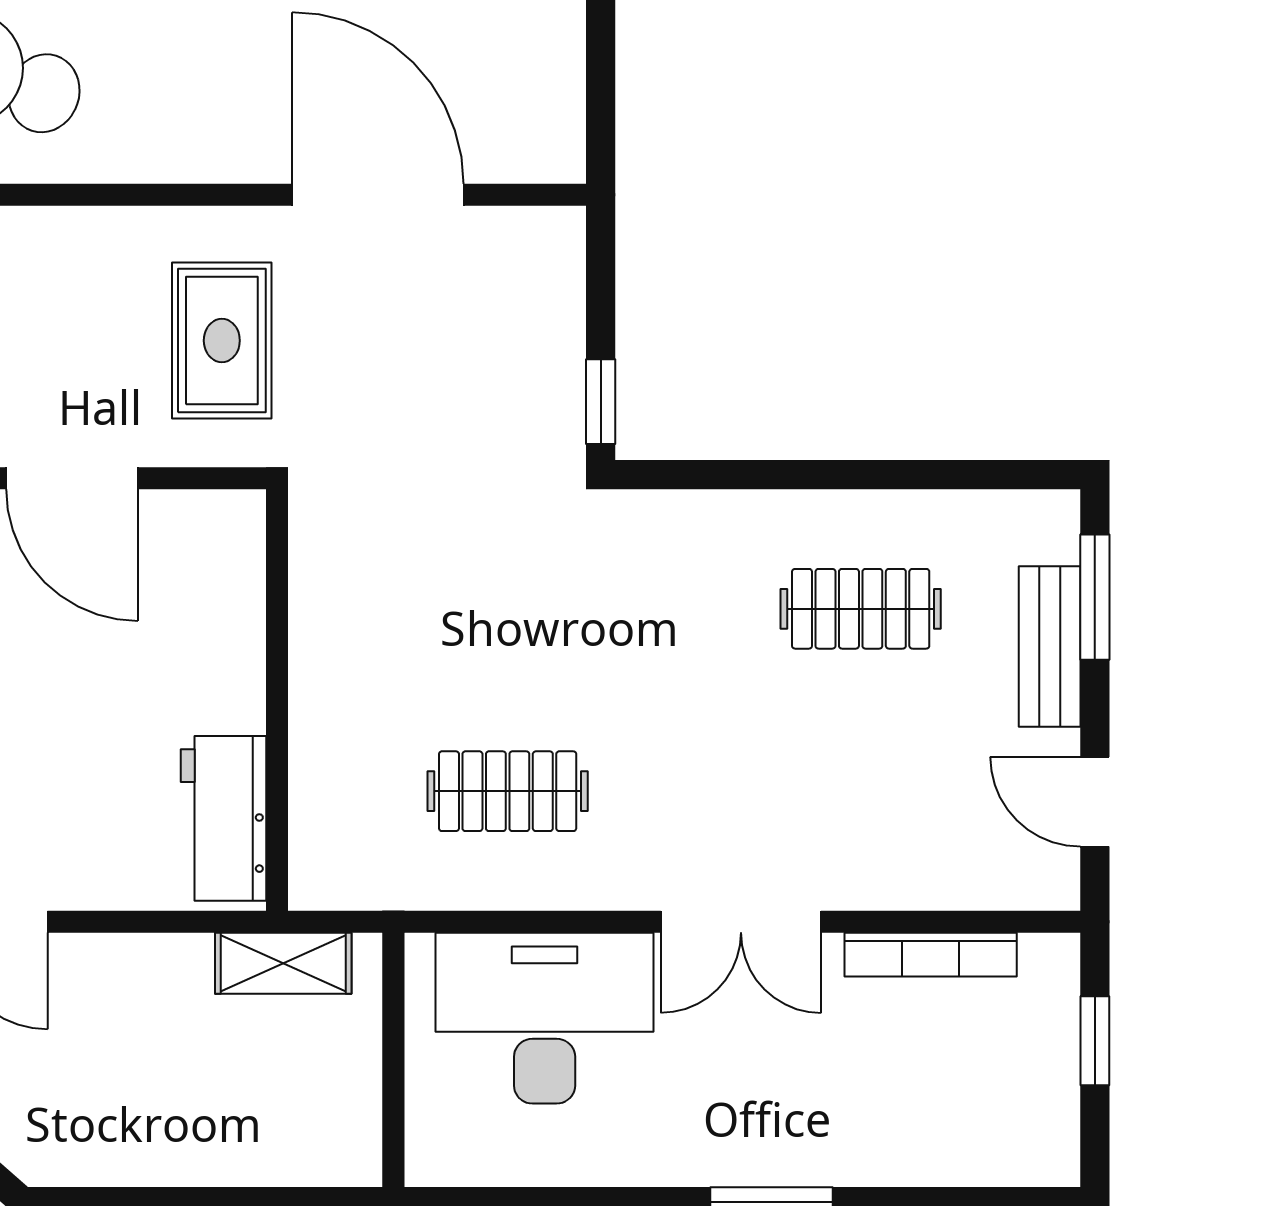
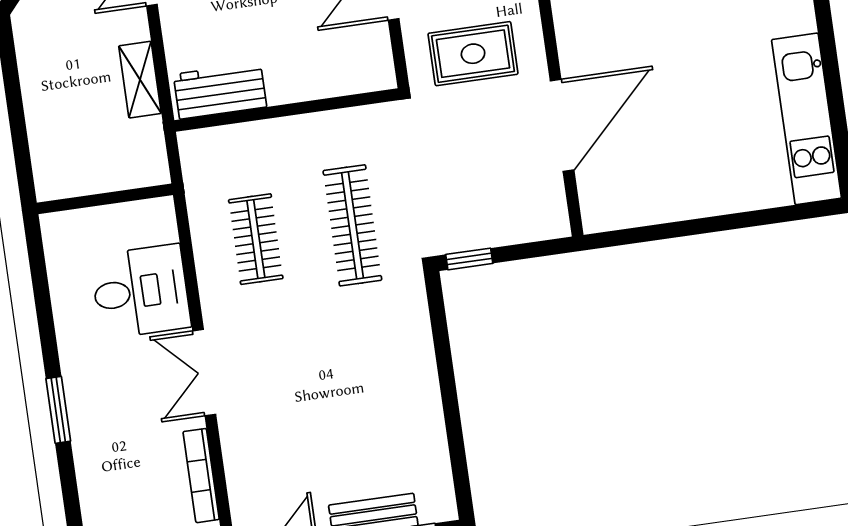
clothes rail: (861, 609) -> (352, 225), moved, width x1.36
shelving: (283, 963) -> (140, 80), moved
desk: (545, 1018) -> (141, 291), width x0.73

